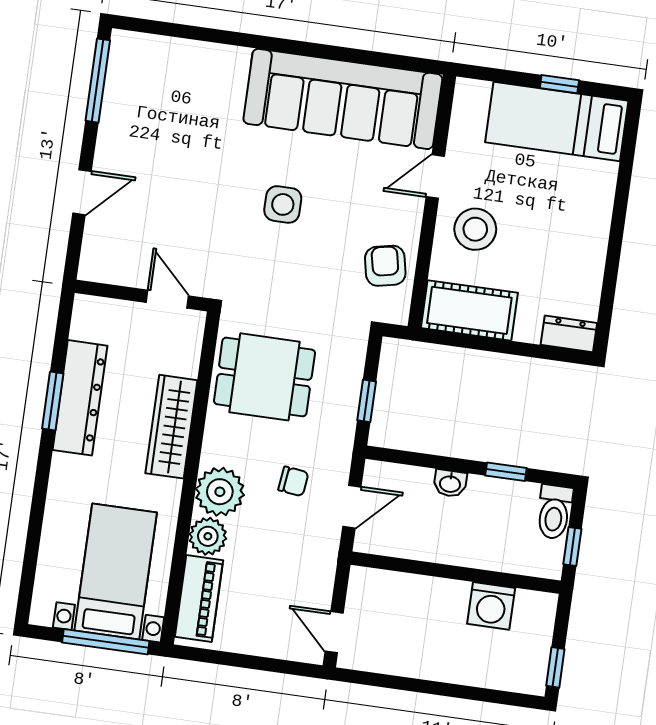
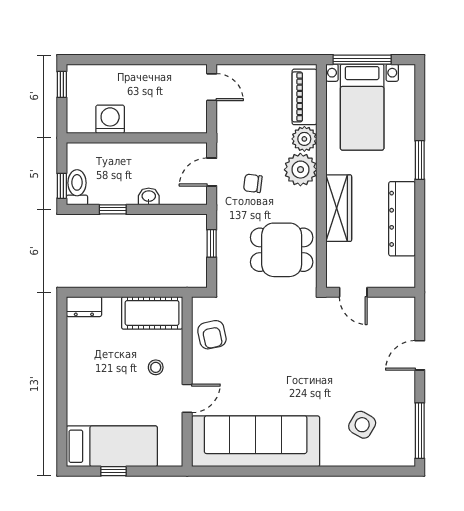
side table: (283, 204) -> (362, 425), moved, turned 30
stool: (475, 229) -> (156, 367), width x0.53, depth x0.53
window: (53, 401) -> (420, 160), moved
window: (572, 547) -> (62, 186), moved

